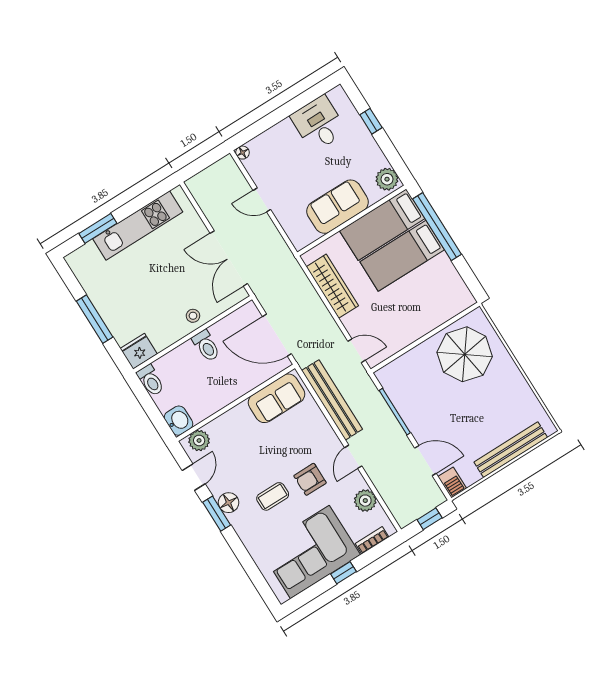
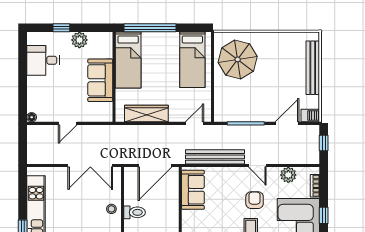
plant: (387, 179) -> (79, 40), moved
bed: (402, 256) -> (192, 60), moved
armchair: (310, 479) -> (255, 200), turned 180

